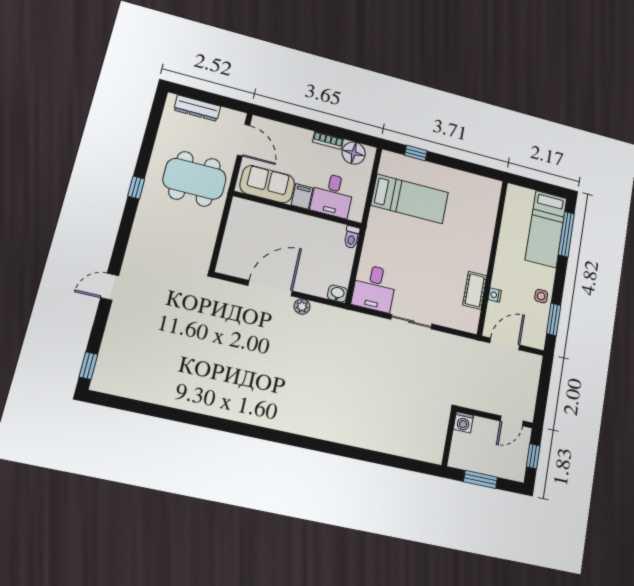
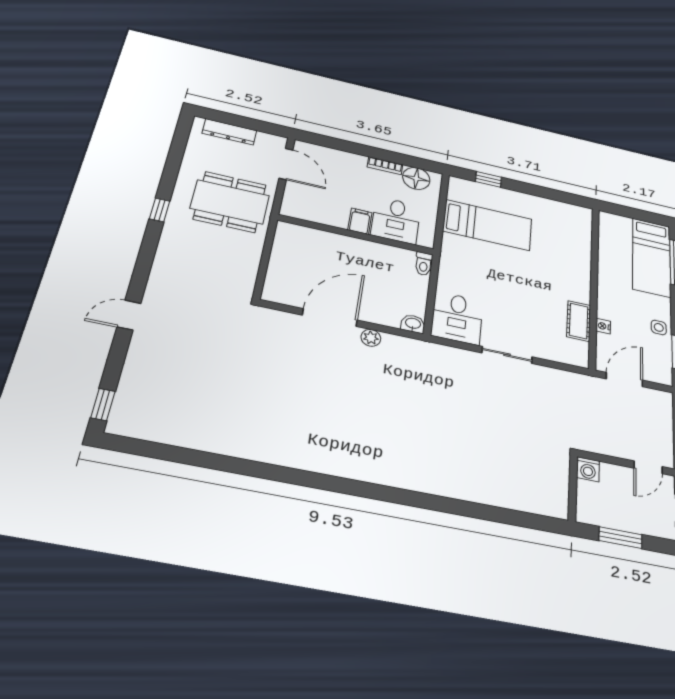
sofa: (267, 184) -> (317, 208), removed

